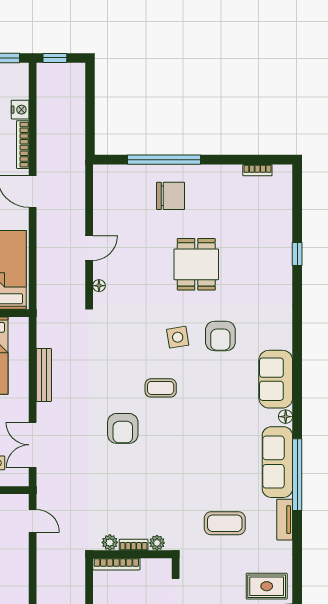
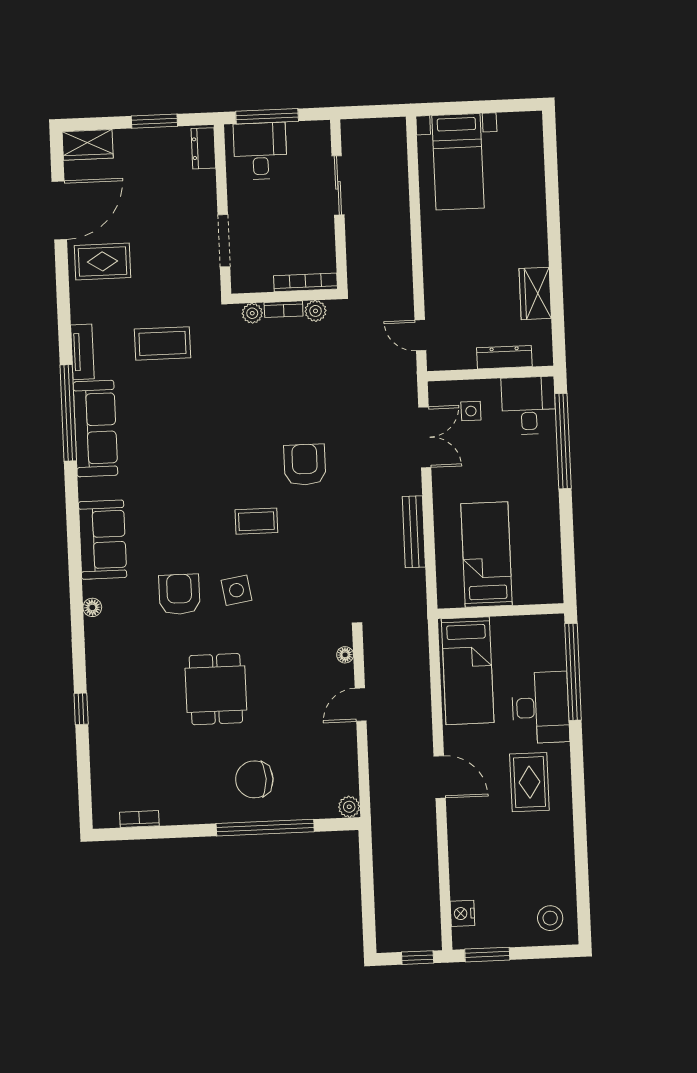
nightstand: (20, 110) -> (462, 913), moved
bookcase: (23, 145) -> (456, 840), removed
plant: (101, 172) -> (349, 807), added
floor lamp: (286, 417) -> (92, 607), moved

